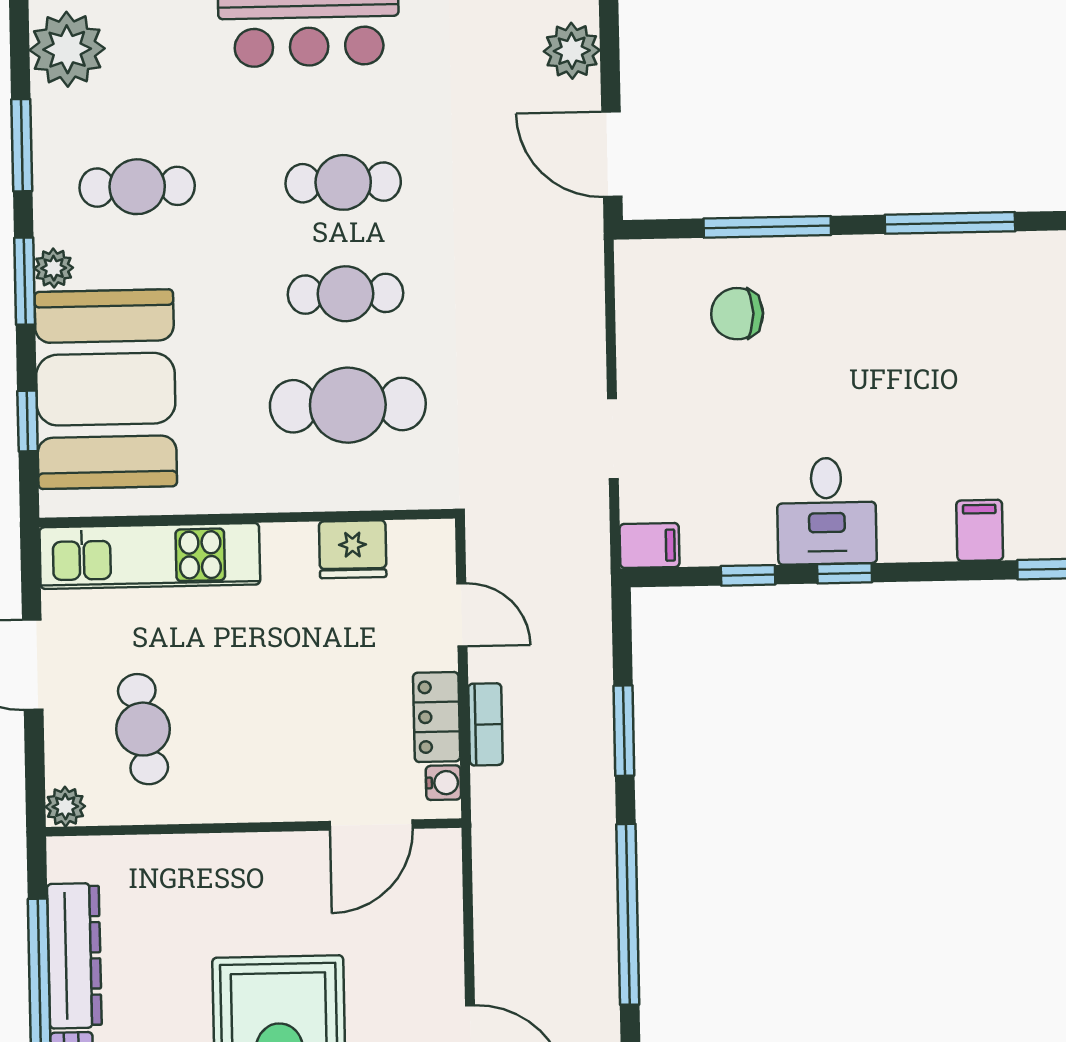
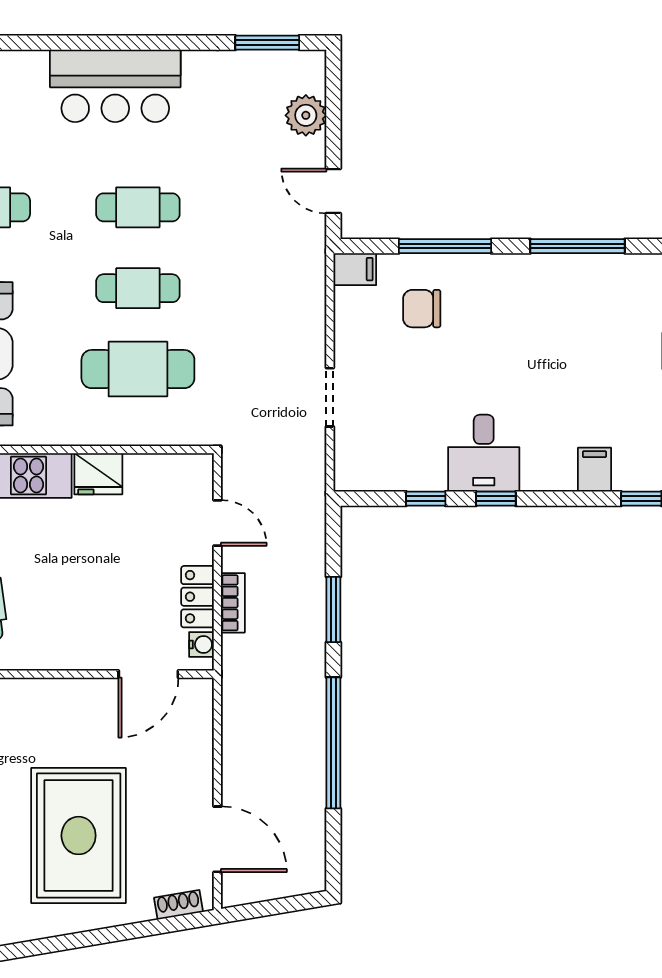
door: (612, 154) -> (333, 191), width x0.73
filing cabinet: (650, 546) -> (355, 269), moved
fridge: (353, 549) -> (98, 474), moved

